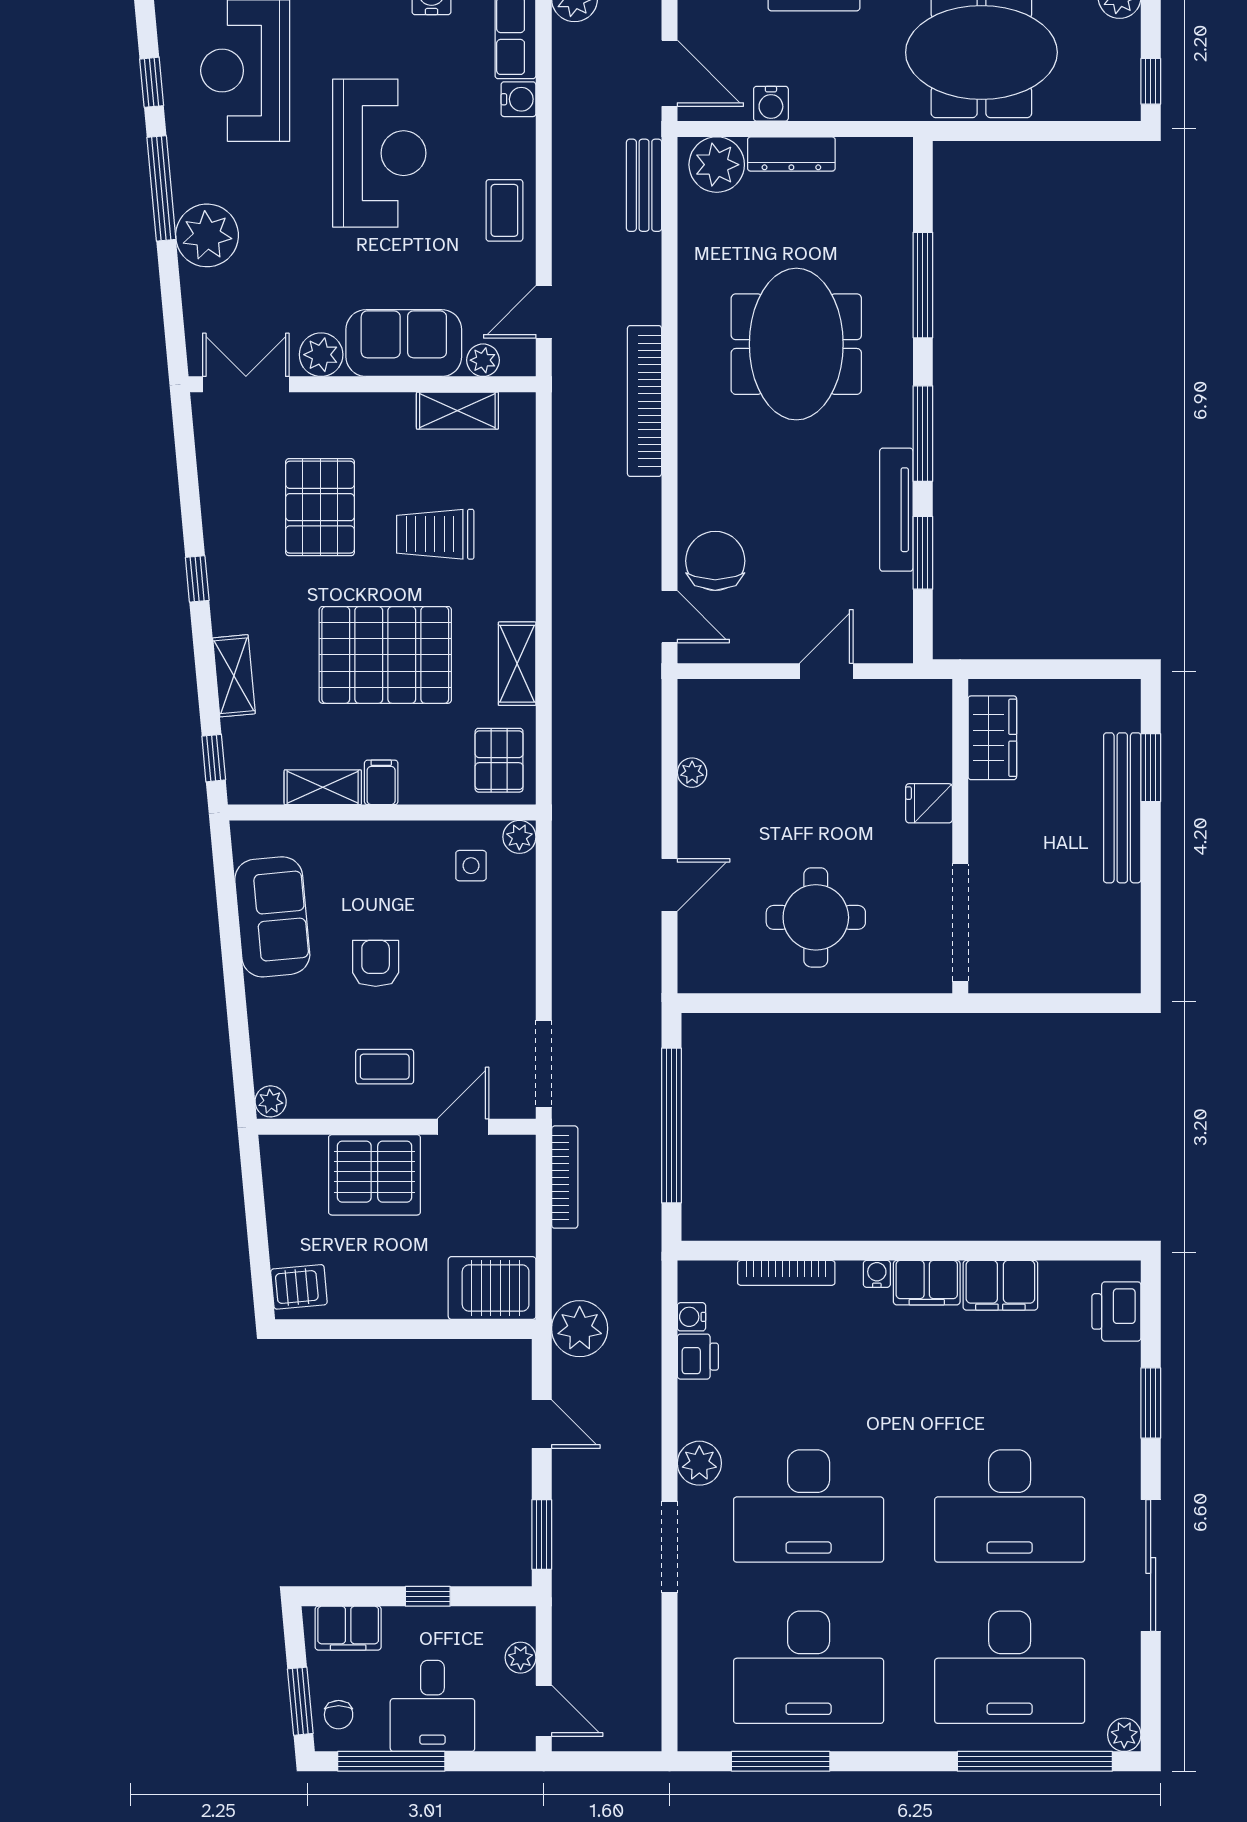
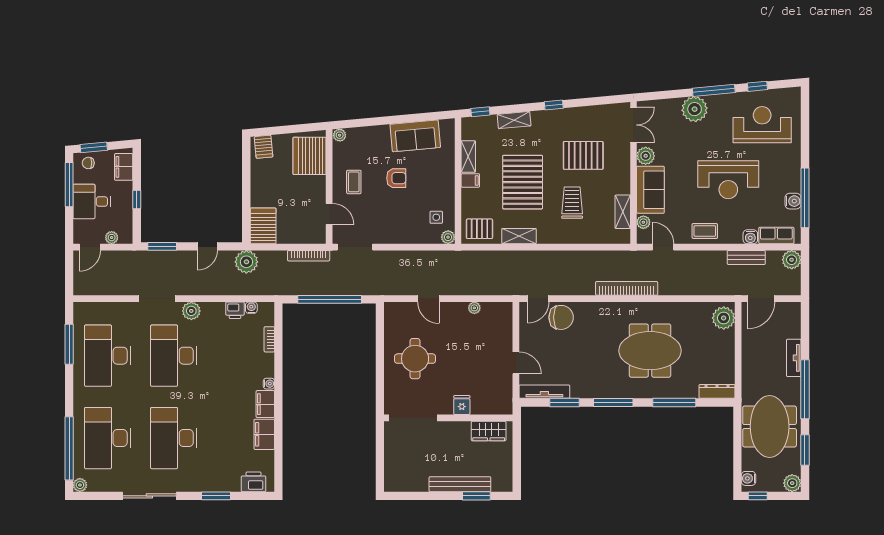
water cooler: (771, 104) -> (749, 478), moved
dresser: (791, 154) -> (717, 391), moved, turned 90
bench: (644, 185) -> (746, 258), moved
tv unit: (896, 510) -> (544, 392), moved
server rack: (374, 1175) -> (309, 156), moved
bookcase: (786, 1273) -> (269, 339), width x0.64

